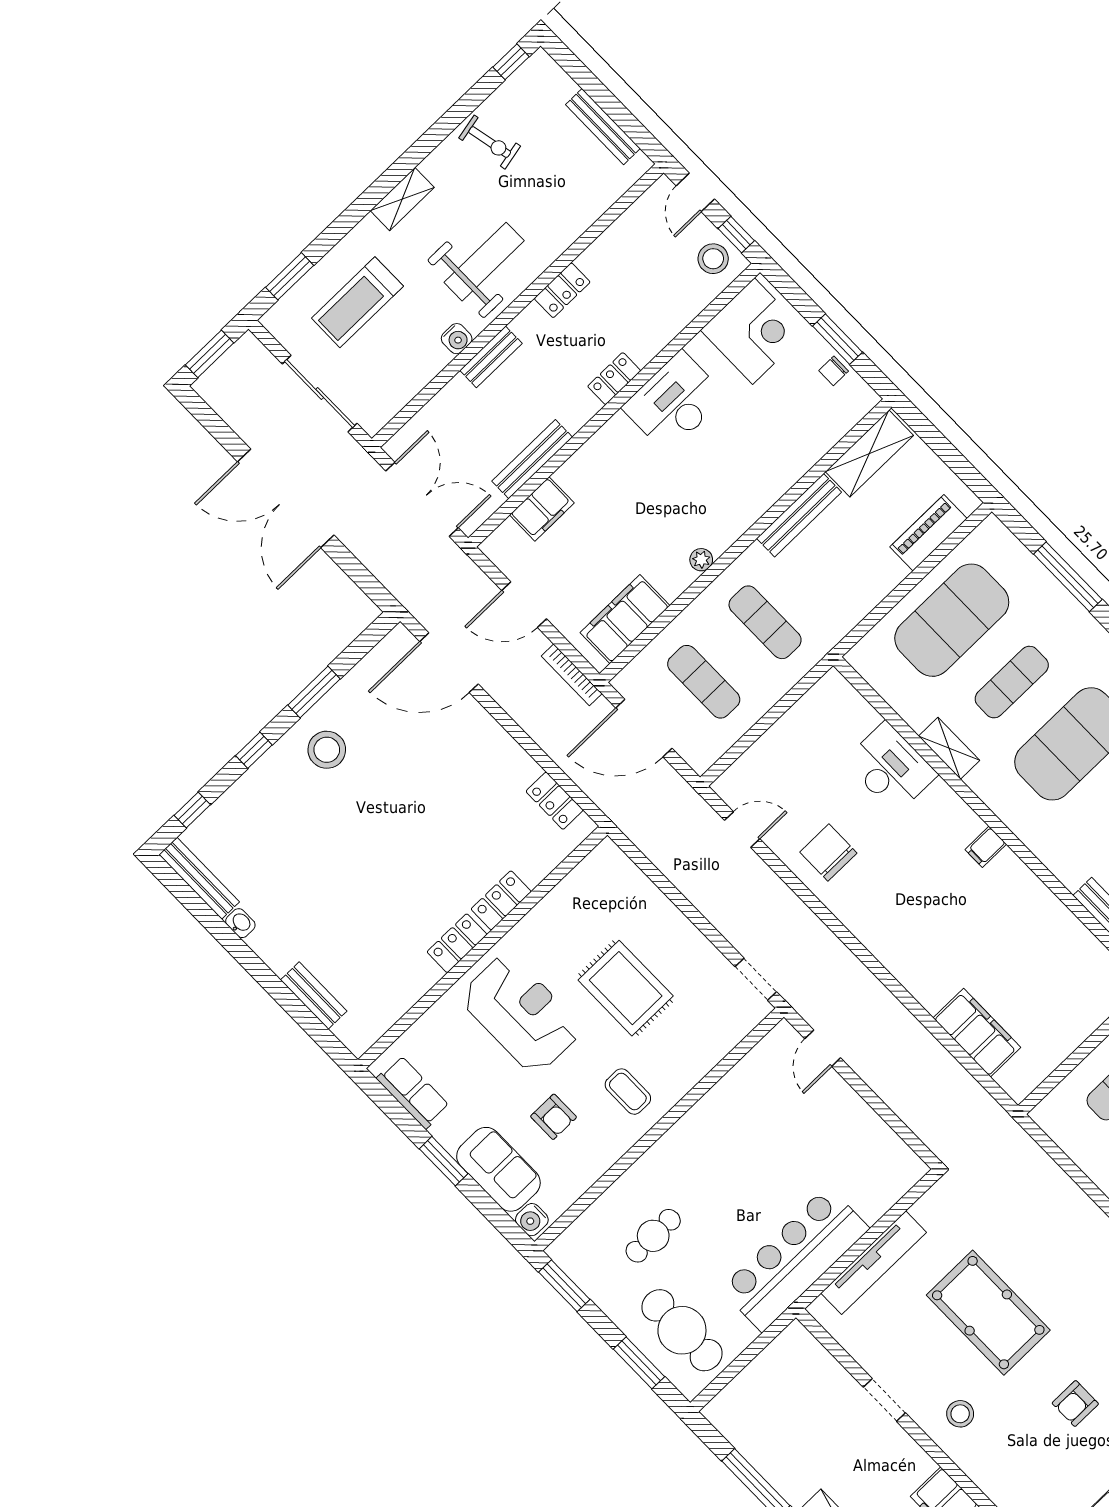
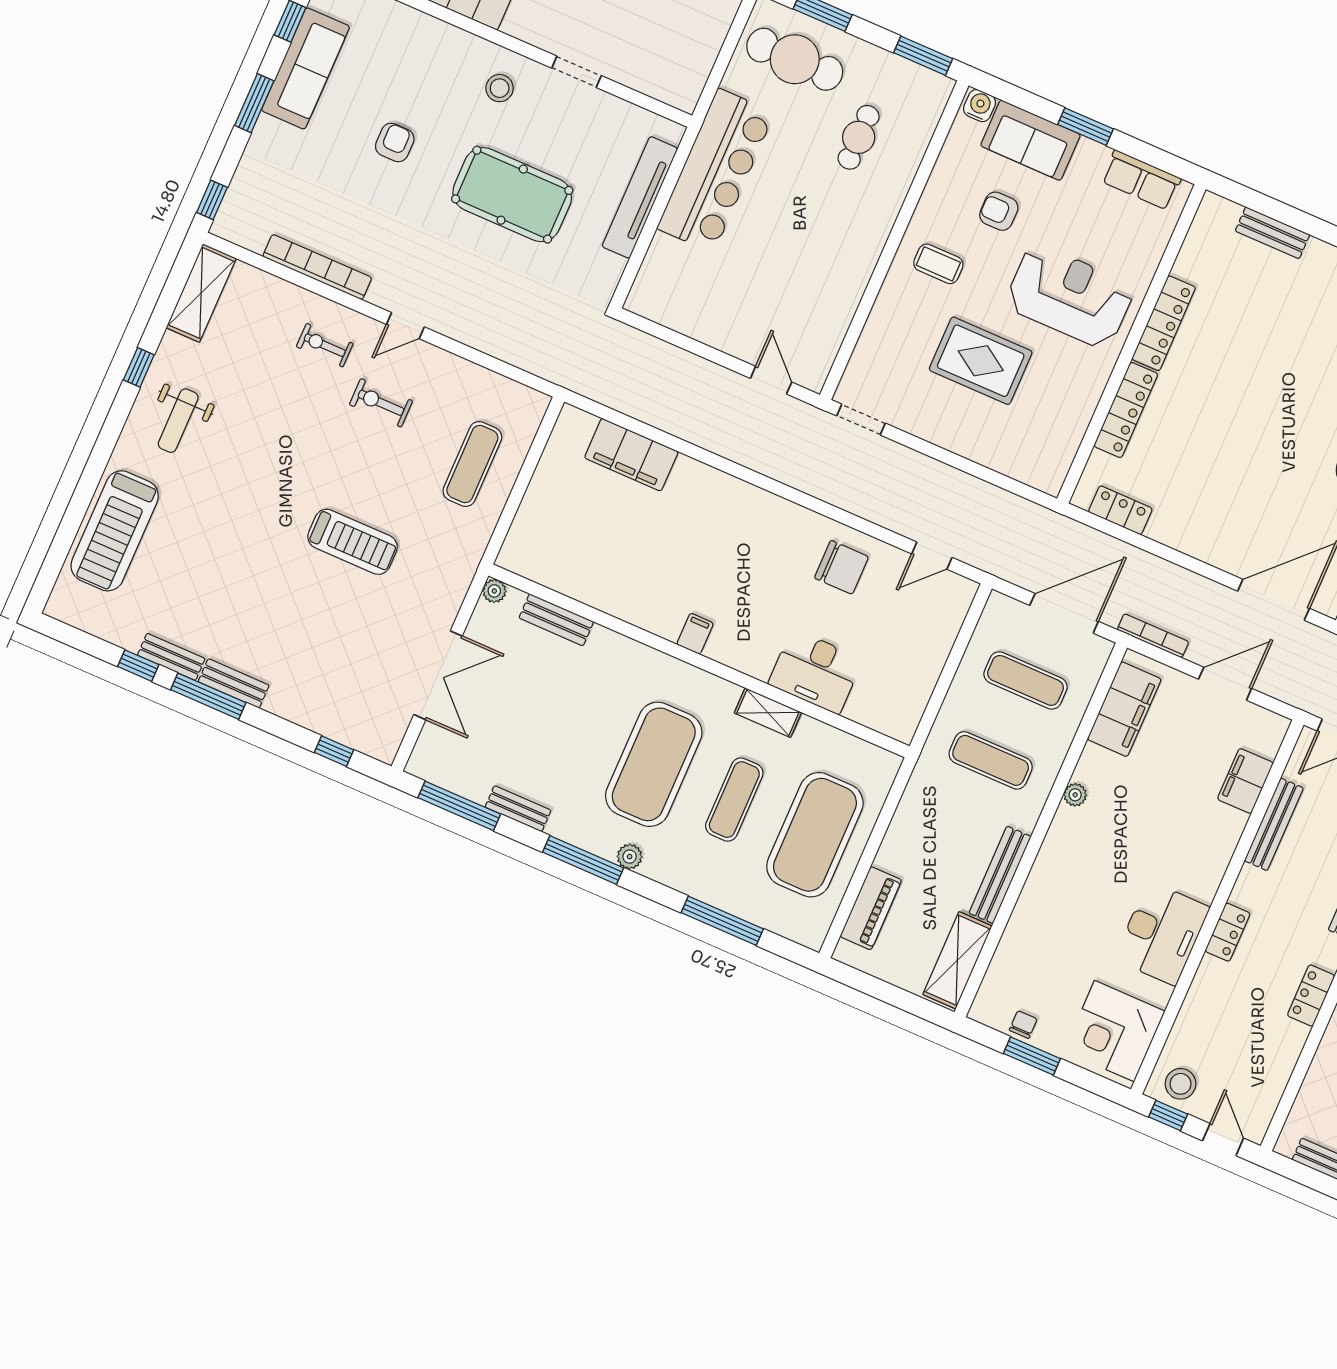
locker: (501, 900) -> (1126, 410), width x1.53
locker: (457, 943) -> (1164, 323), width x1.53
reception desk: (521, 1014) -> (1070, 296), turned 180

